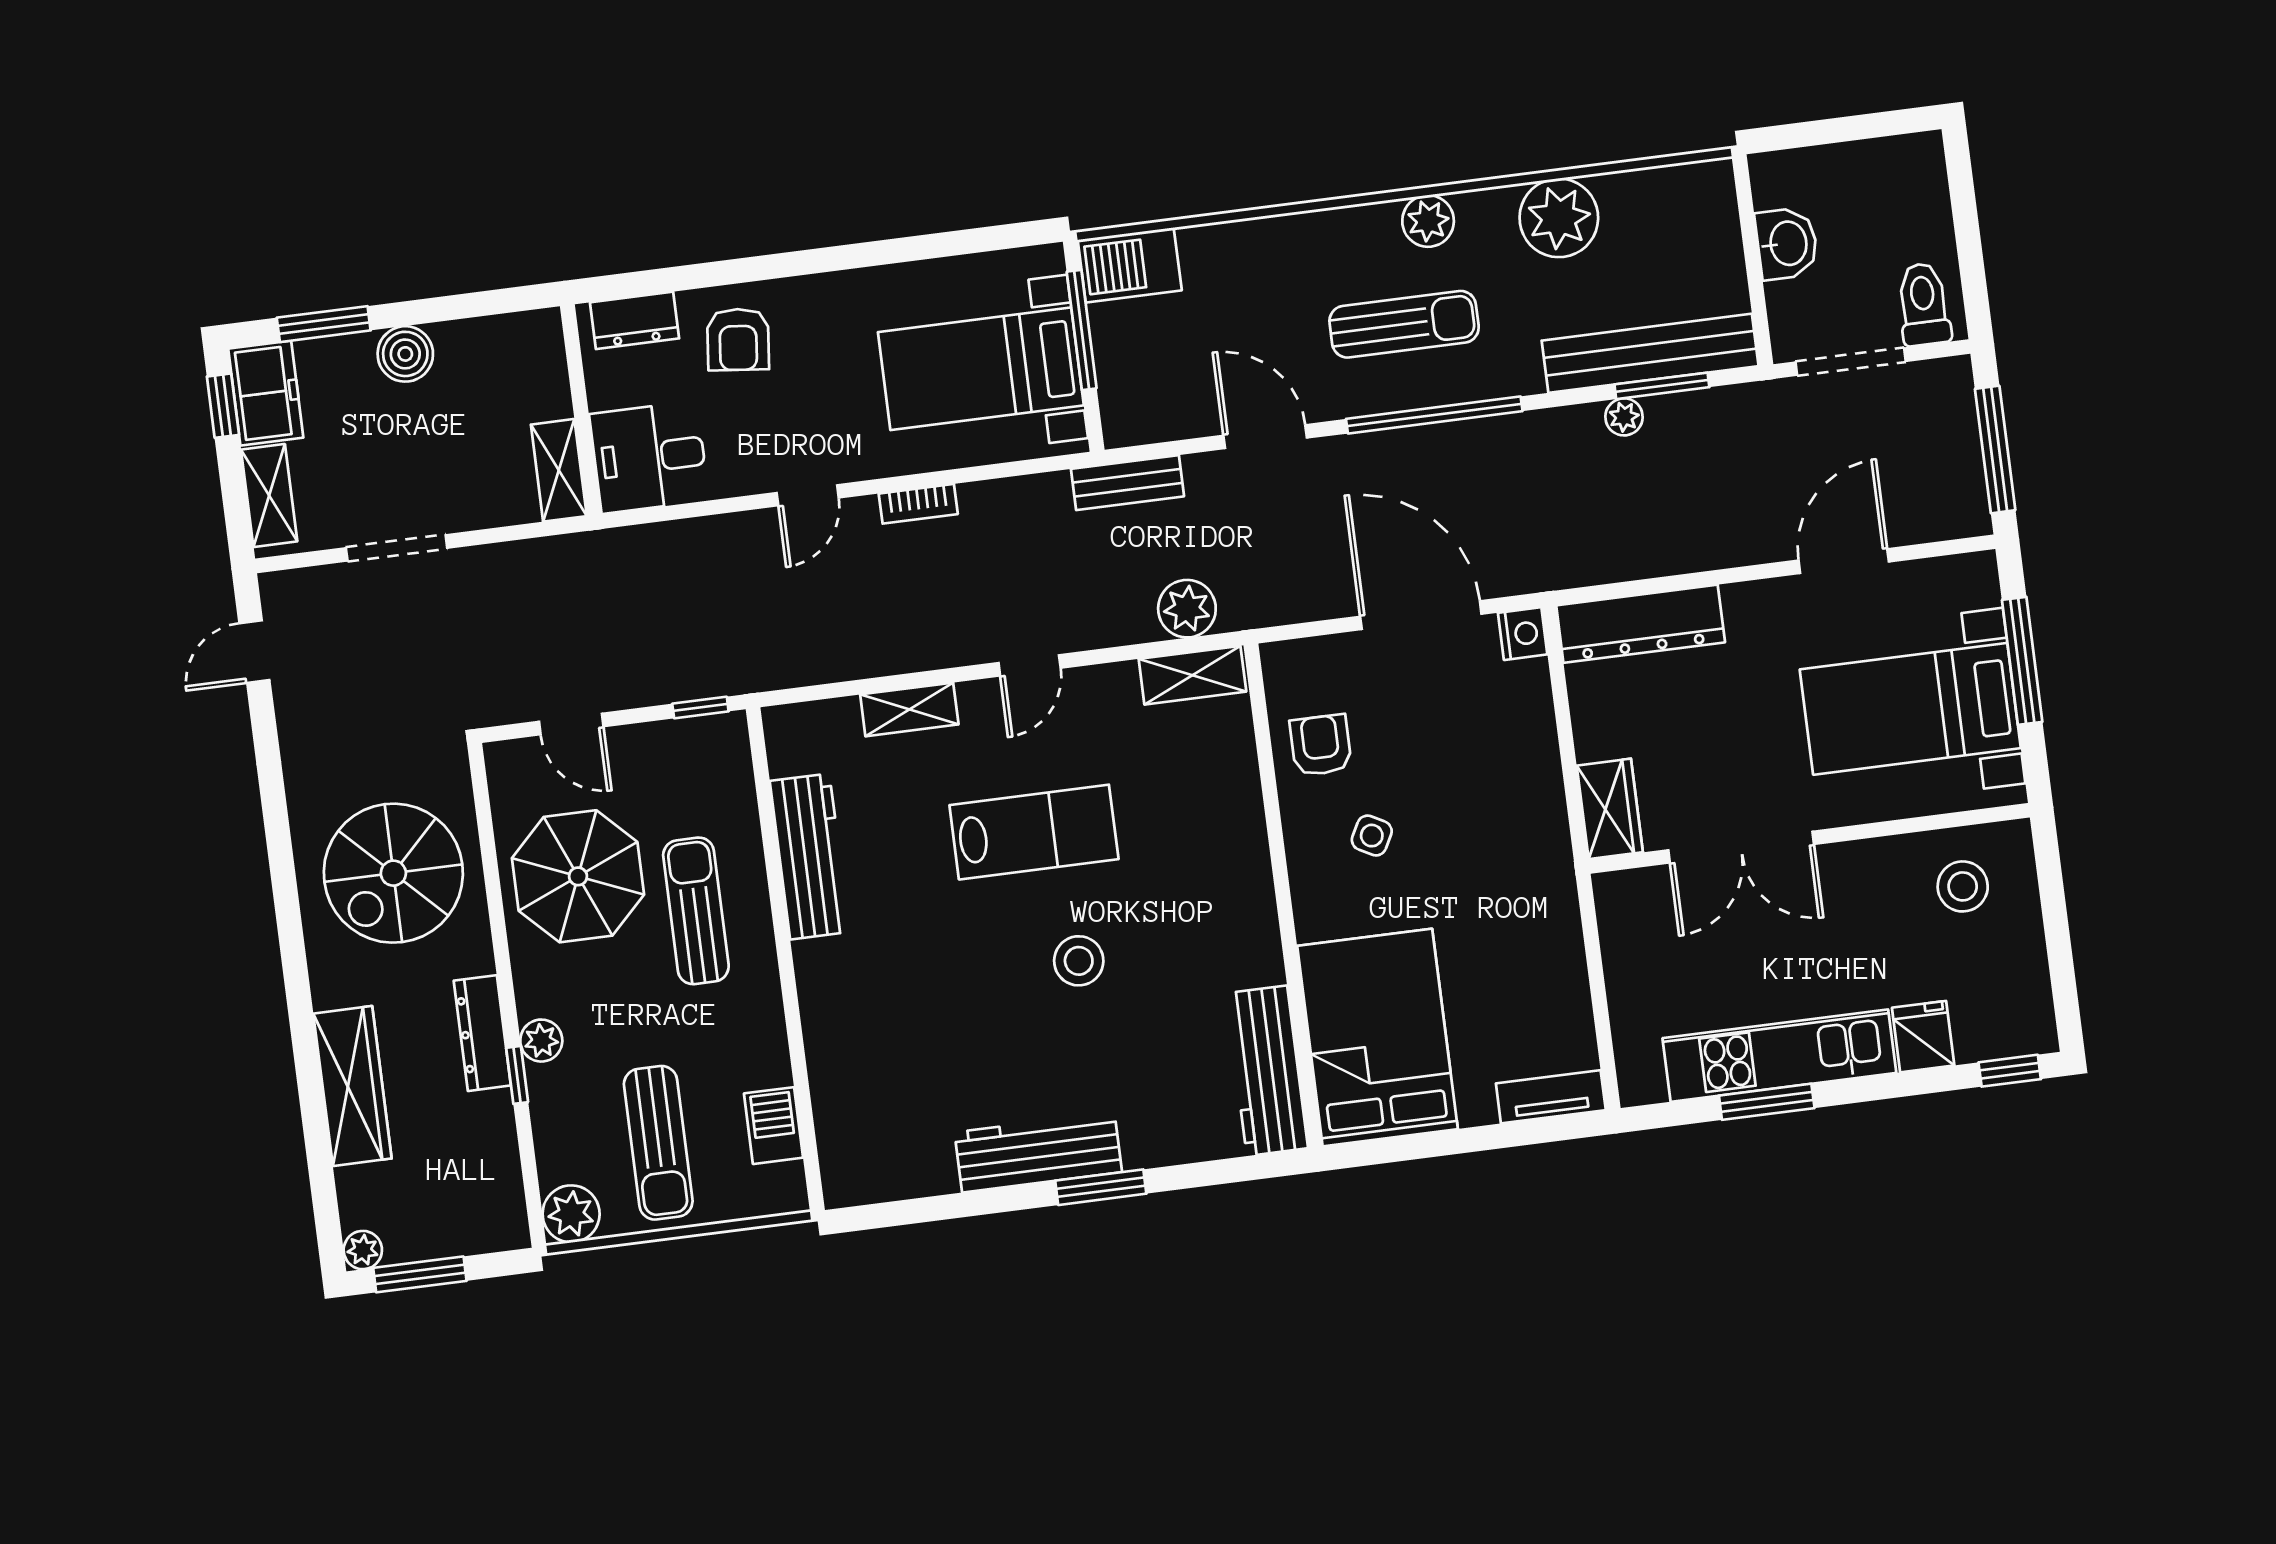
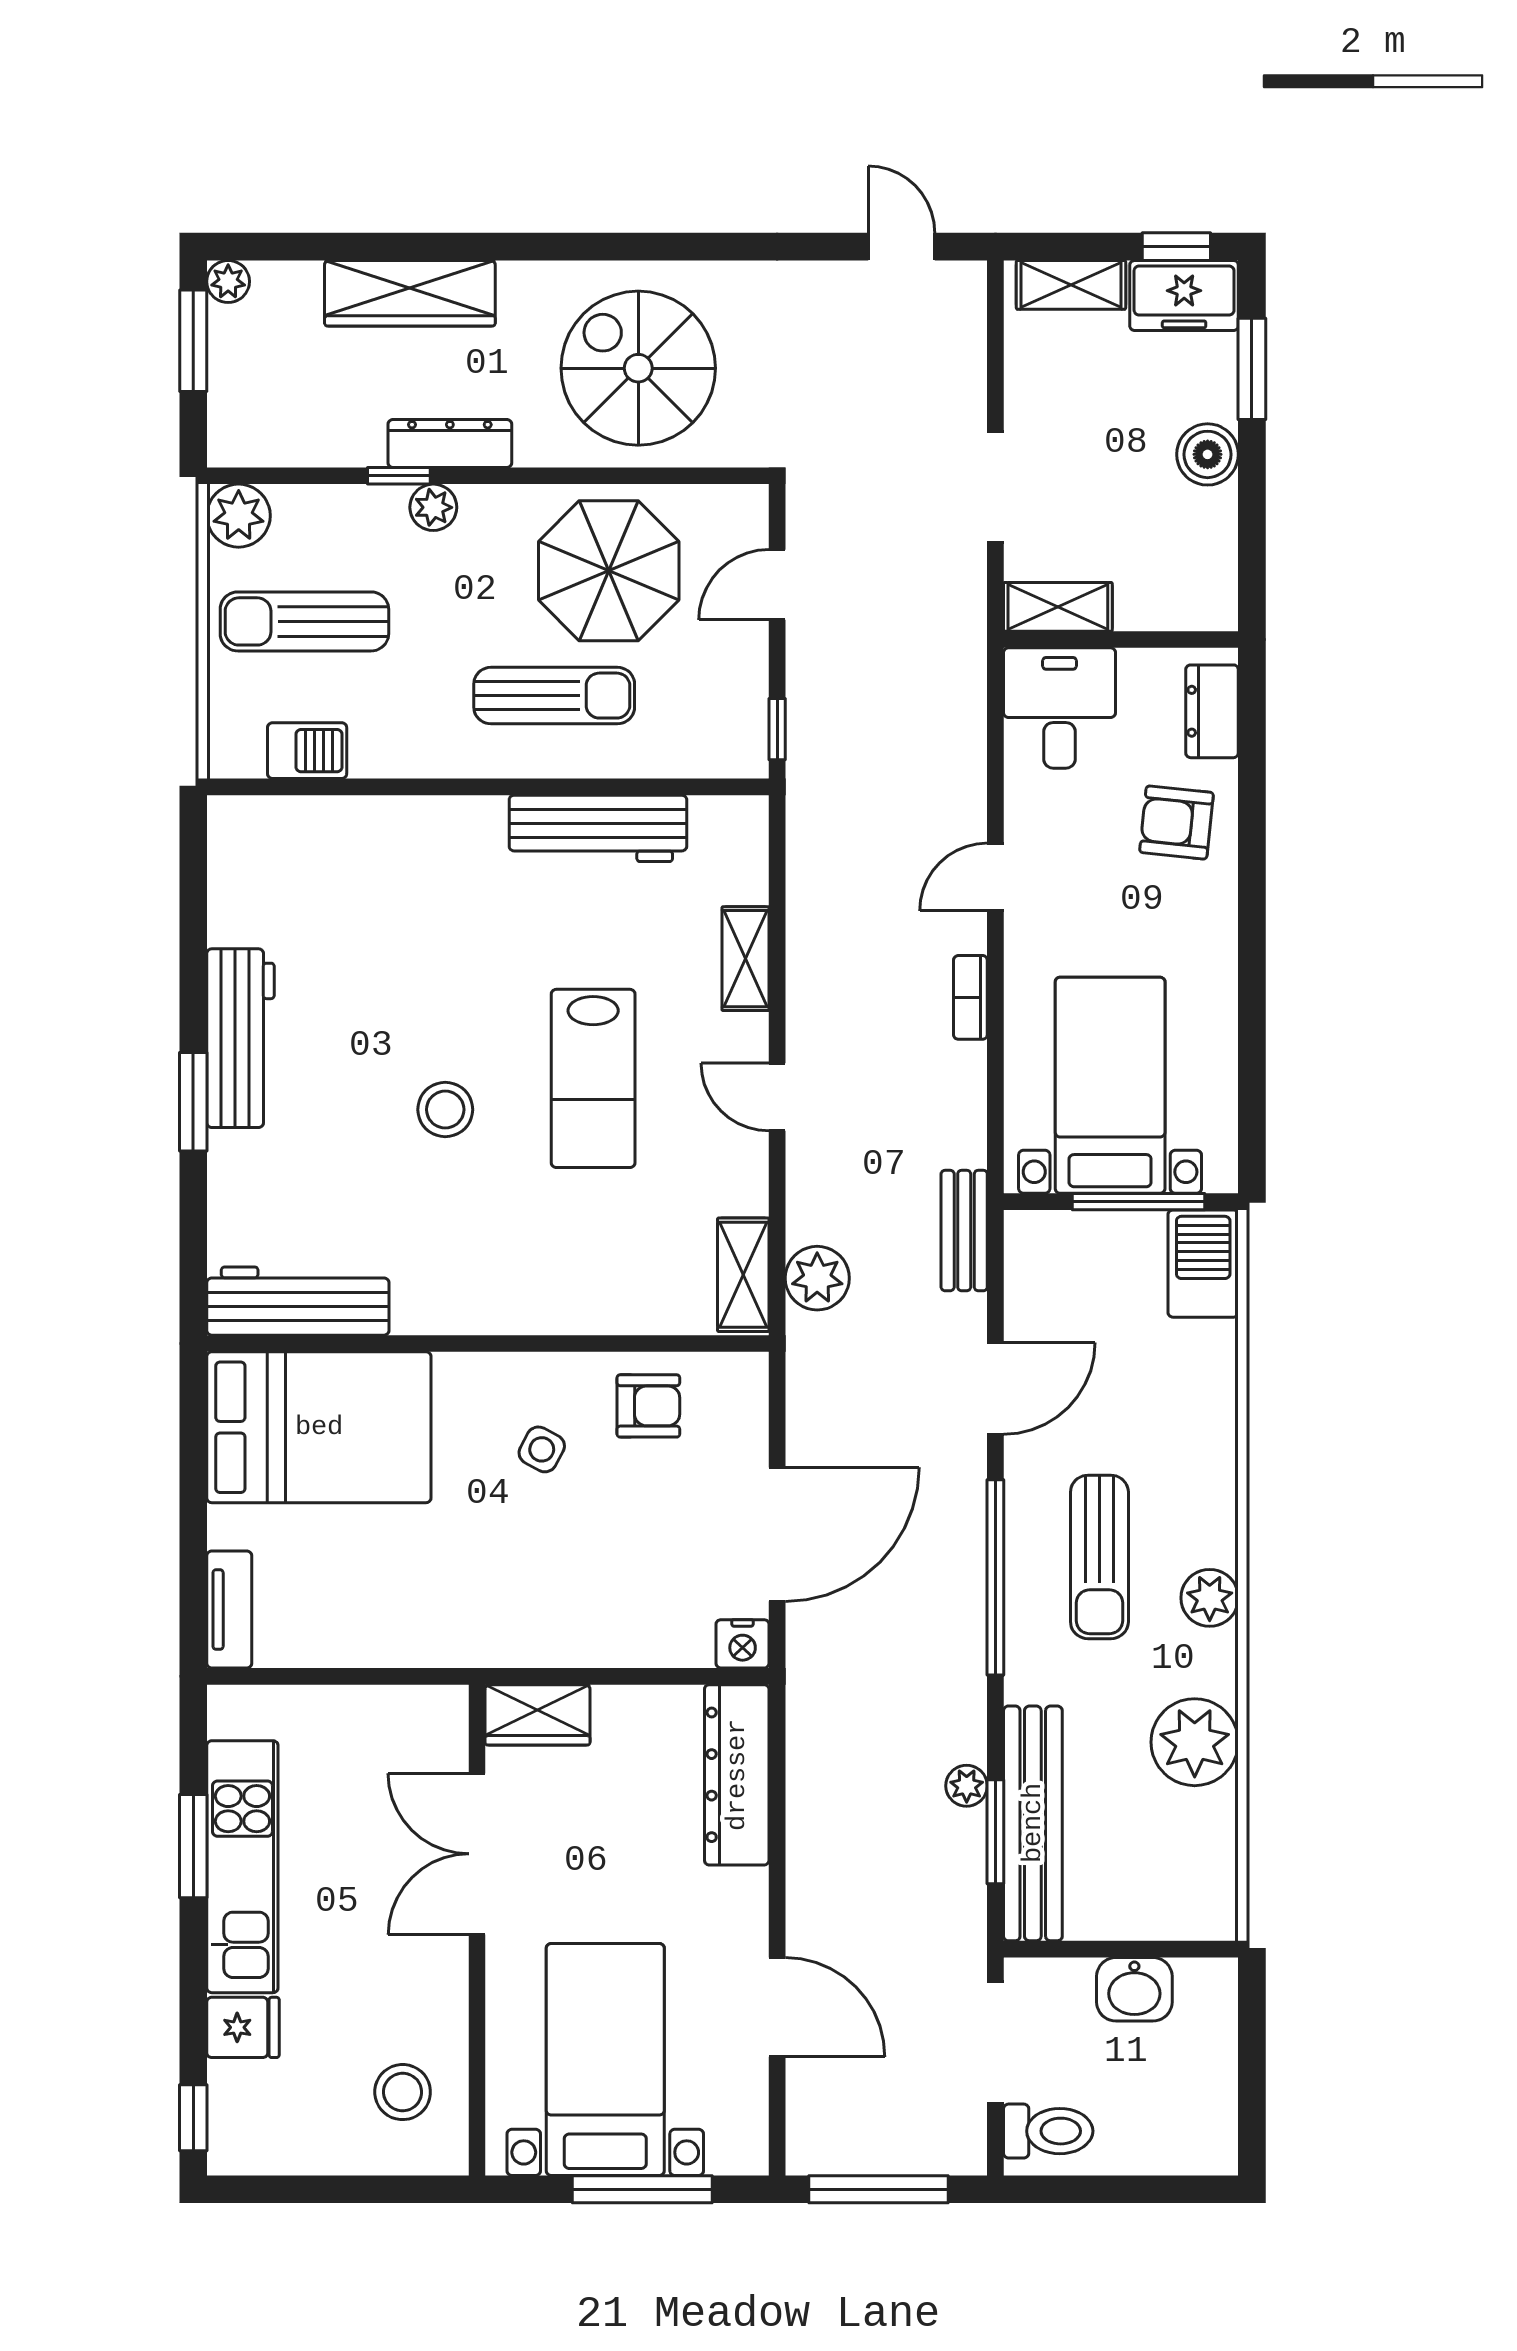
door: (808, 495) -> (995, 877), hinge flipped
doorway: (397, 548) -> (995, 487), moved

